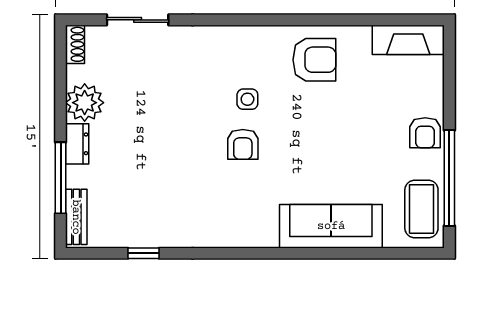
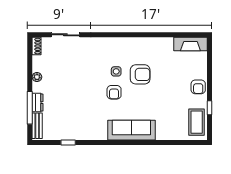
armchair: (314, 60) -> (140, 74), moved
plant: (85, 103) -> (37, 77), width x0.53, depth x0.53
dresser: (77, 144) -> (38, 103), moved
window: (449, 178) -> (209, 108), width x0.32
sofa: (331, 226) -> (131, 130), moved

